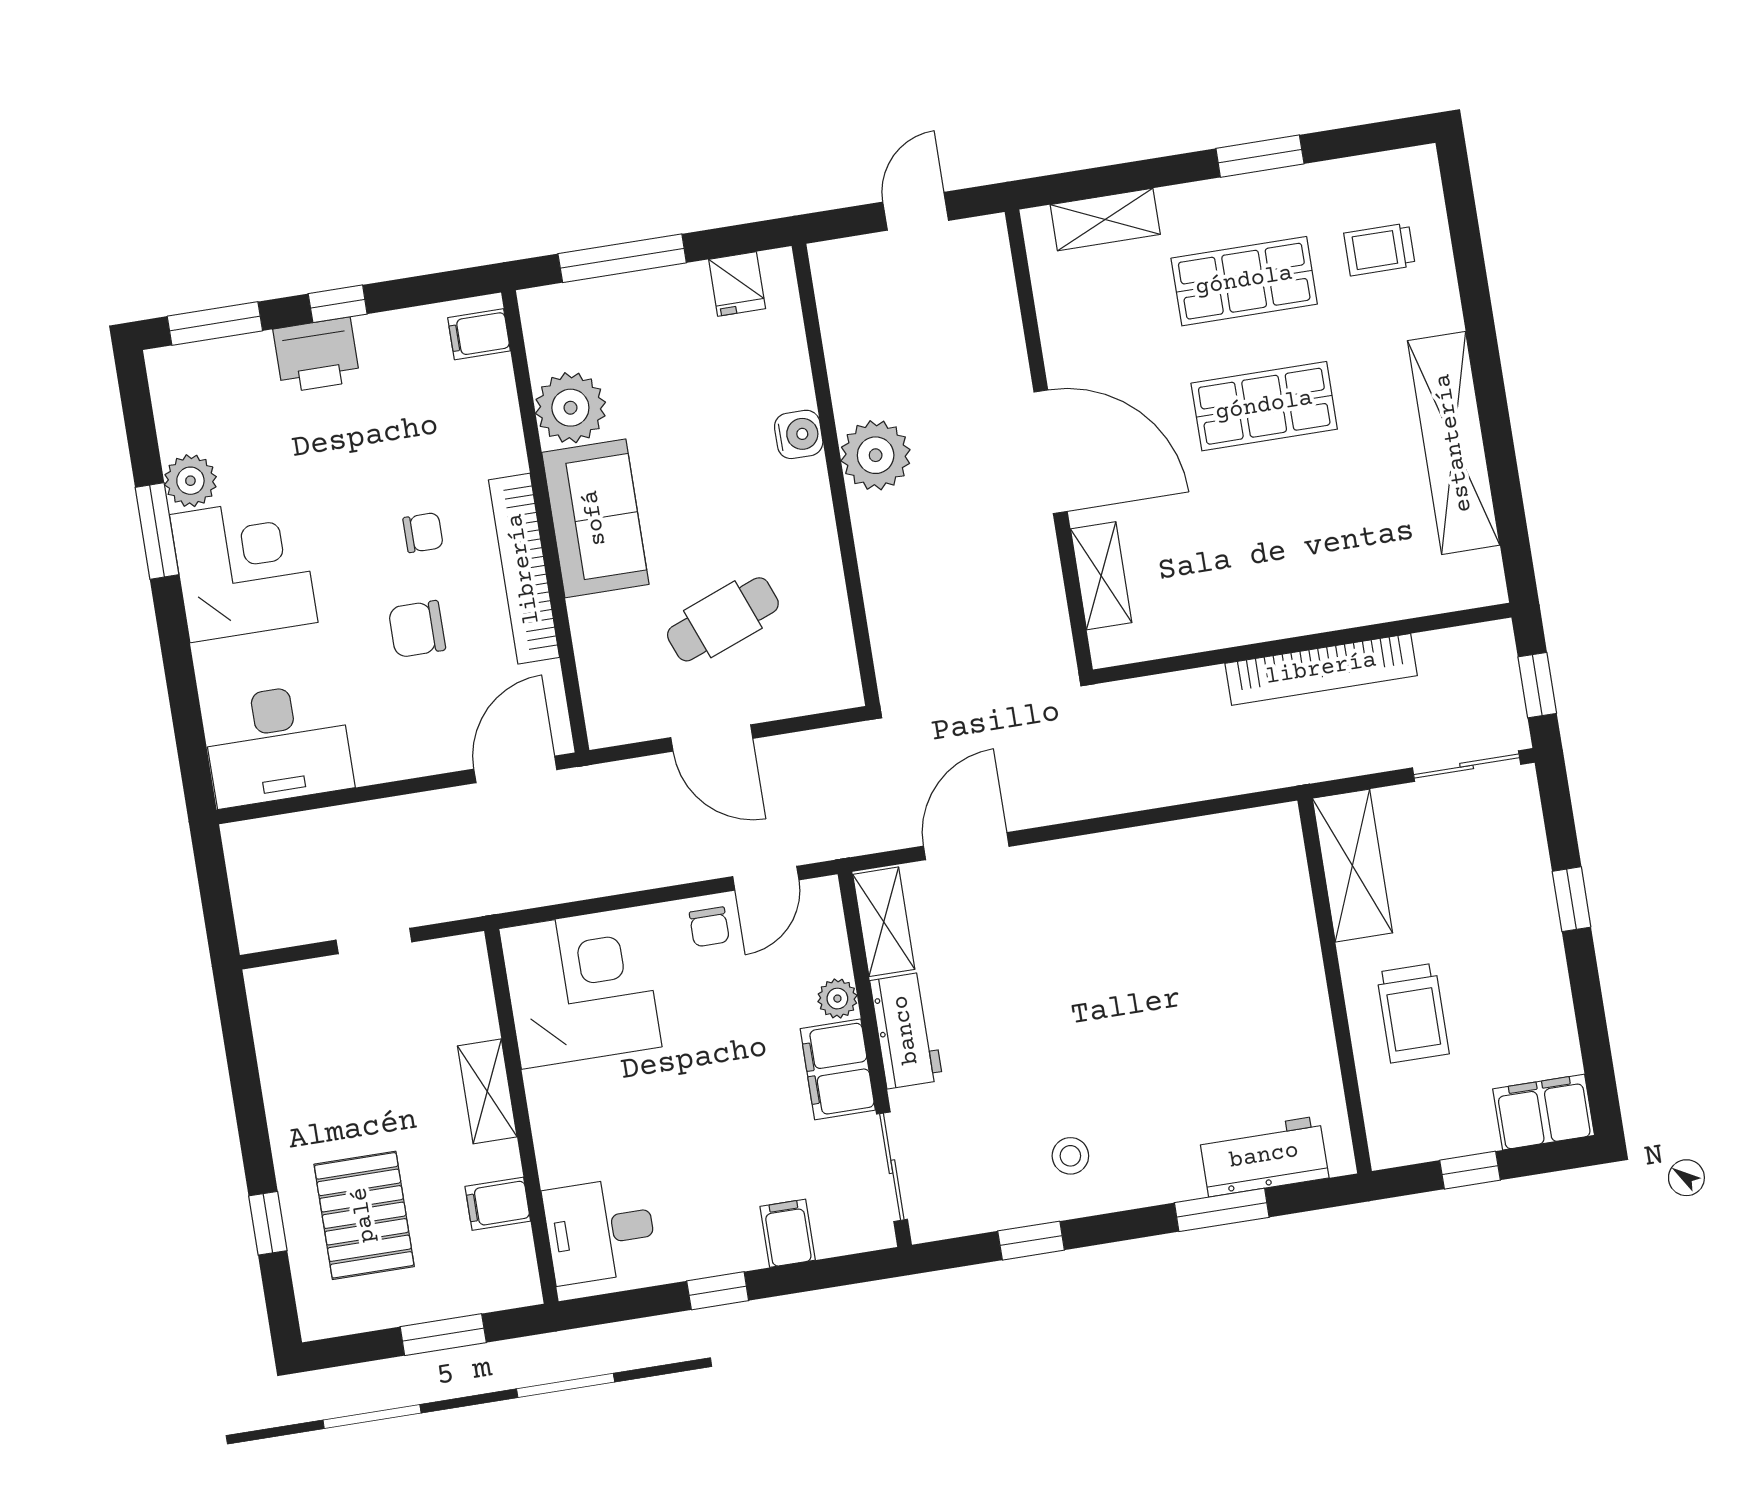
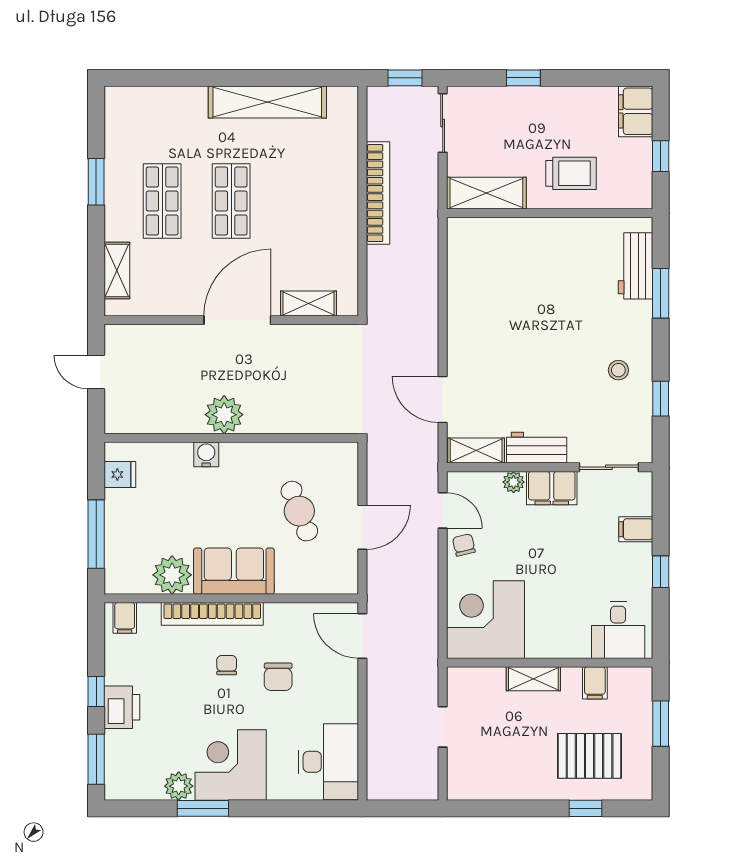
trolley: (1379, 249) -> (157, 125), removed
bookcase: (524, 569) -> (212, 614), moved
chair: (709, 927) -> (464, 545), turned -103

